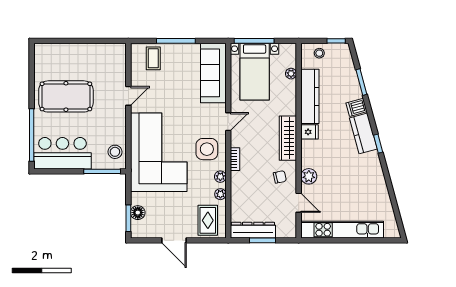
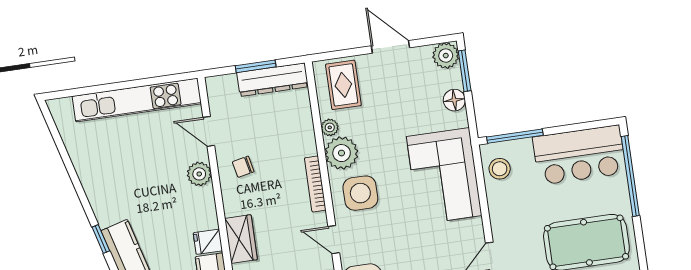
door: (228, 122) -> (334, 240), hinge flipped
wardrobe: (288, 138) -> (241, 239), width x0.67
corner sofa: (159, 152) -> (444, 176), width x0.73, depth x0.74
bookcase: (235, 159) -> (315, 184), width x1.56
plant: (220, 177) -> (342, 153), width x1.88, depth x1.88
floor lamp: (138, 213) -> (454, 100), moved
plant: (139, 230) -> (446, 56), added

